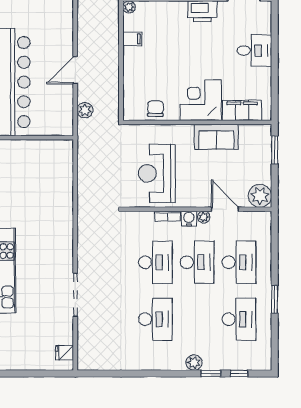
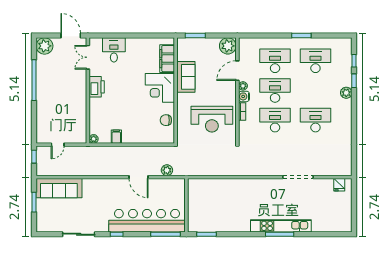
desk: (254, 51) -> (114, 50), moved

